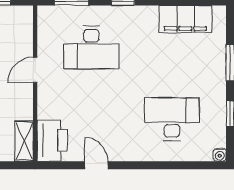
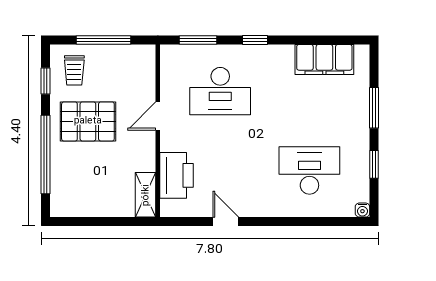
printer: (52, 141) -> (177, 175), moved

